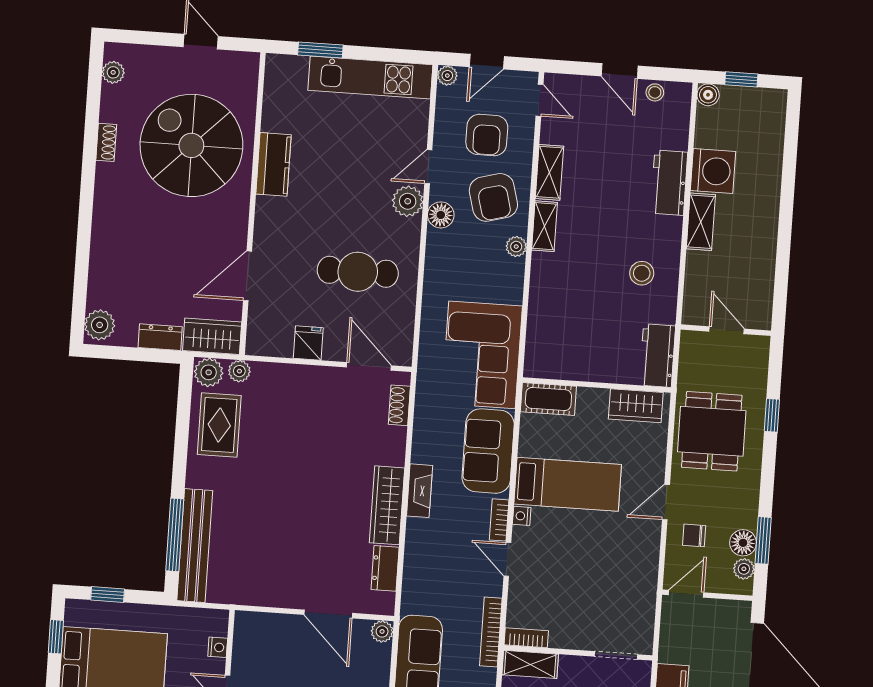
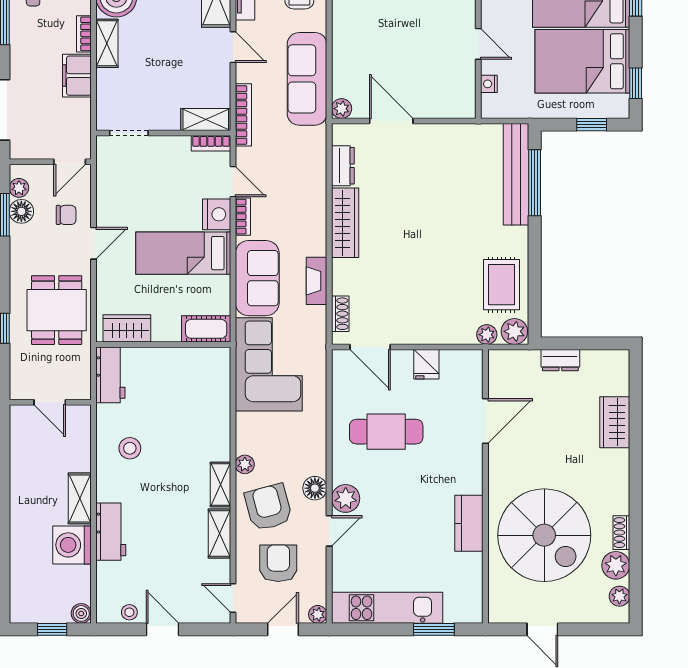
plant: (100, 325) -> (616, 565), moved
wardrobe: (212, 336) -> (615, 422), moved, turned 90
fireplace: (420, 491) -> (317, 281), moved
nightstand: (522, 516) -> (217, 214), width x1.89, depth x1.79
bookcase: (526, 638) -> (211, 143), moved
wall: (578, 653) -> (163, 133), moved
doorway: (616, 655) -> (129, 133), moved
shelving: (530, 664) -> (206, 119), moved

